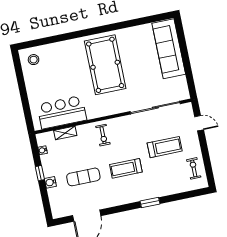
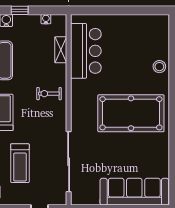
stool: (34, 60) -> (159, 67), moved

